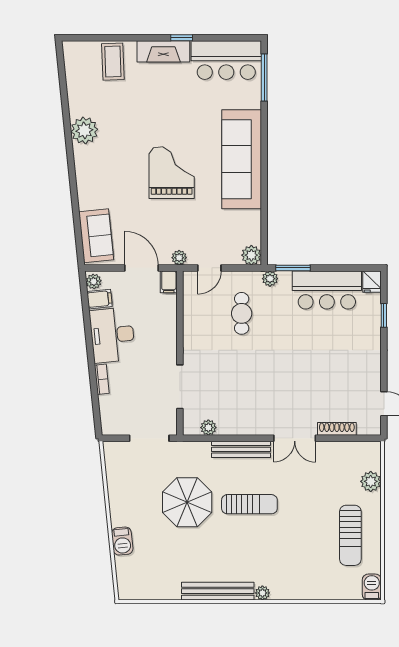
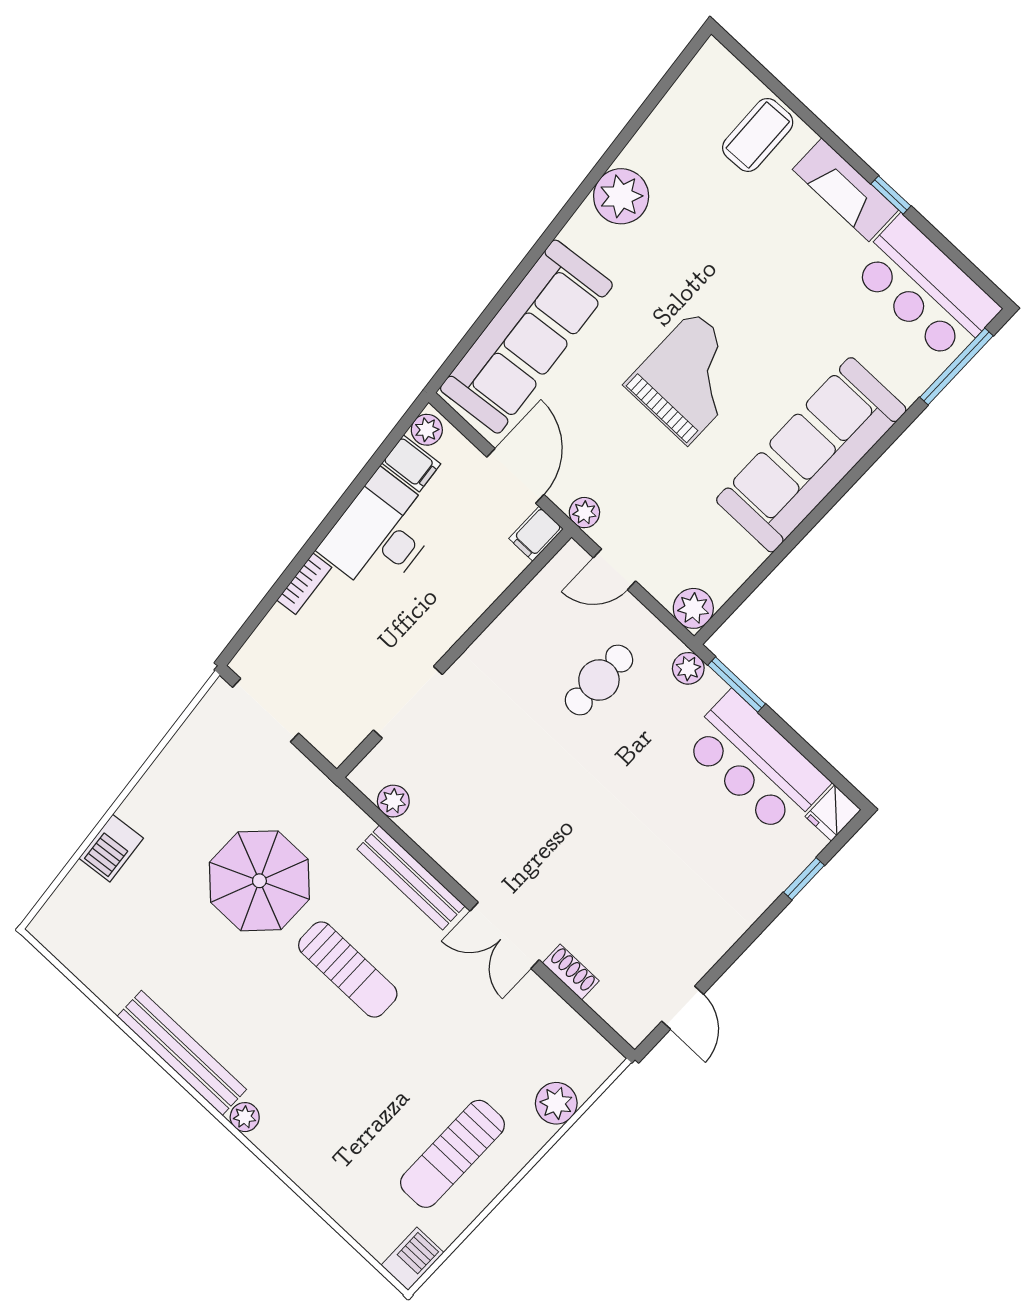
sofa: (96, 236) -> (526, 337), width x1.85, depth x1.27
shoe rack: (337, 429) -> (571, 972), width x0.70
doorway: (149, 438) -> (266, 710), moved

